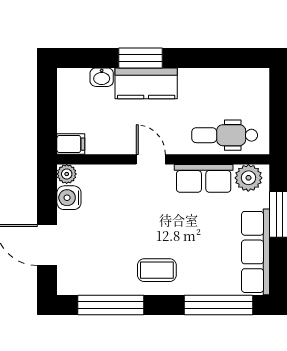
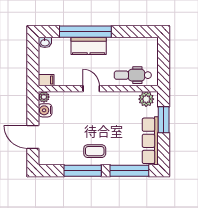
window: (140, 58) -> (85, 32), width x2.11
washbasin: (102, 77) -> (45, 42), moved
row of seats: (204, 178) -> (121, 99), removed
window: (111, 305) -> (83, 171), moved

